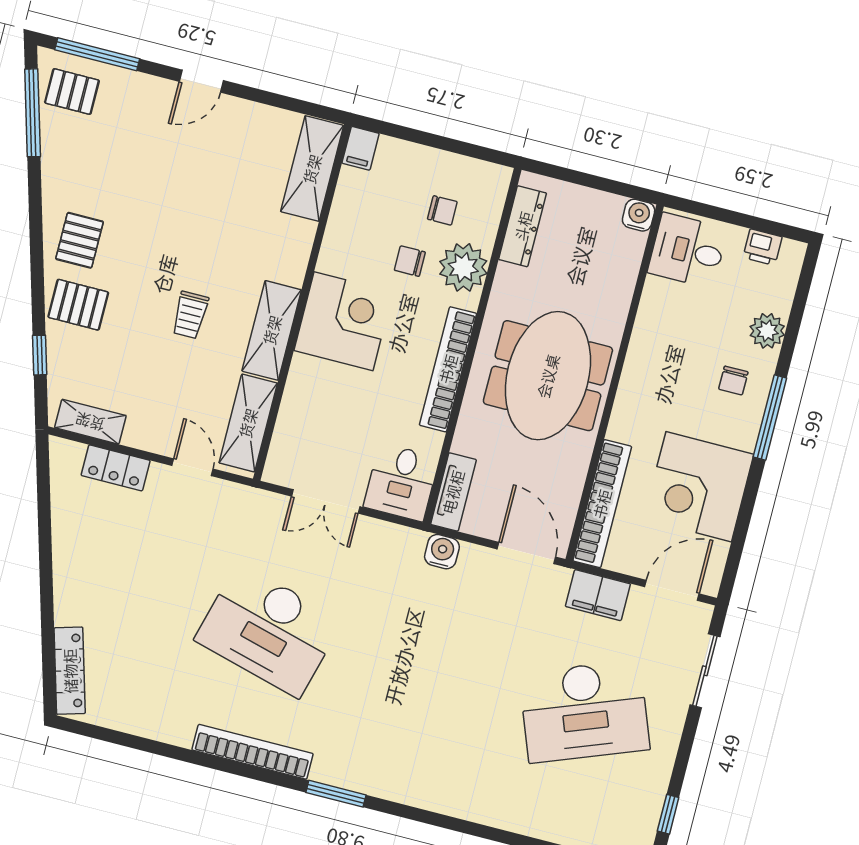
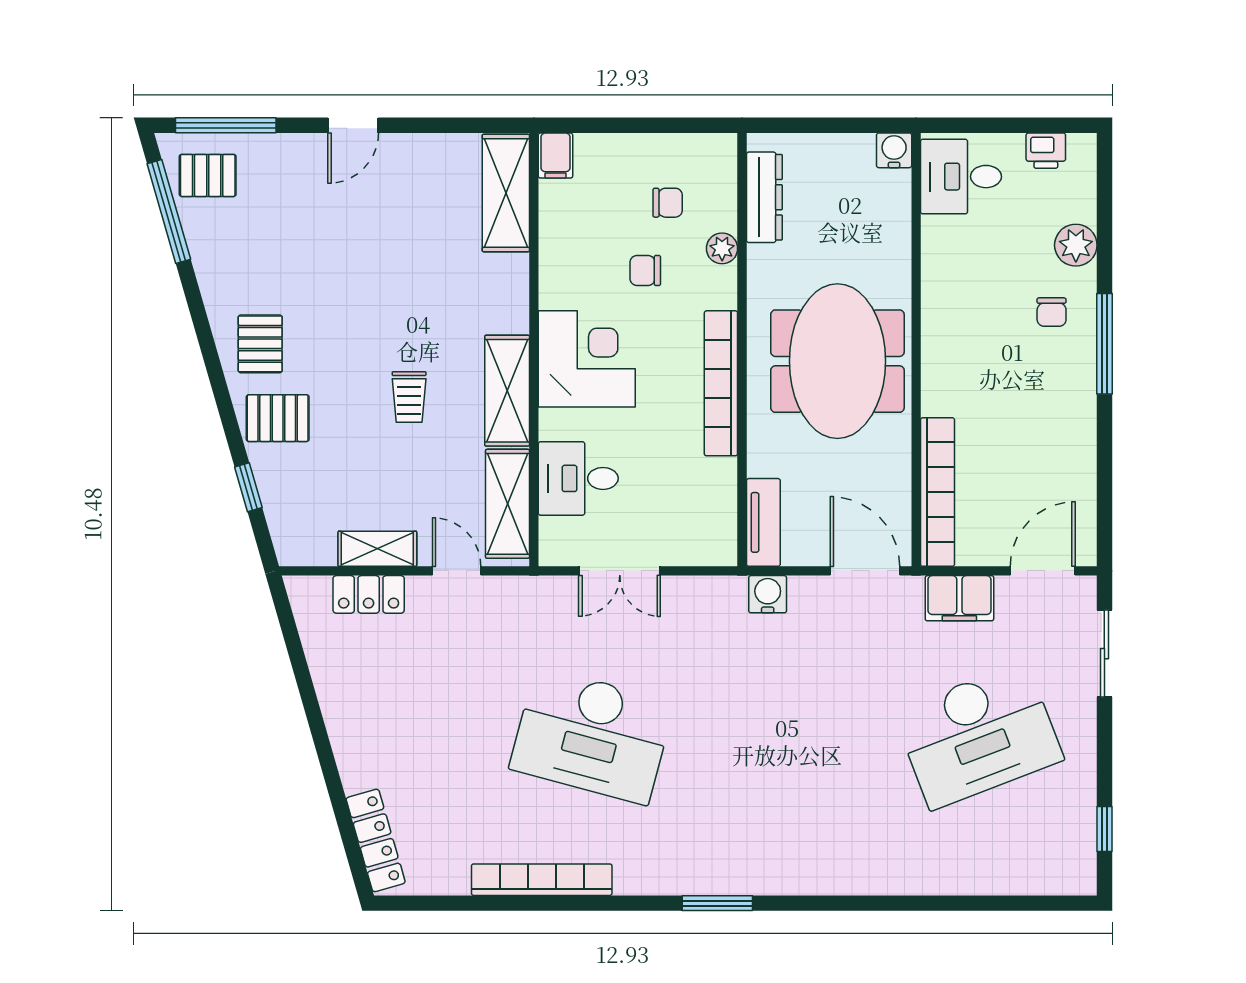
plant: (463, 267) -> (722, 248), width x0.53, depth x0.53
shelving: (90, 422) -> (377, 549), moved
desk: (401, 482) -> (578, 478), moved, turned 90
corner desk: (699, 487) -> (1043, 444), removed
bookcase: (253, 752) -> (542, 880), moved

